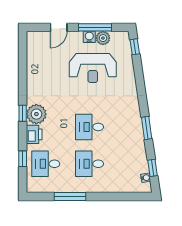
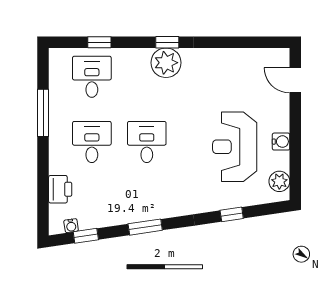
door: (59, 27) -> (295, 80), moved
window: (95, 27) -> (295, 150), removed
plant: (103, 38) -> (279, 181), moved
window: (135, 47) -> (232, 214), moved
printer: (34, 134) -> (60, 189), moved, turned -90

